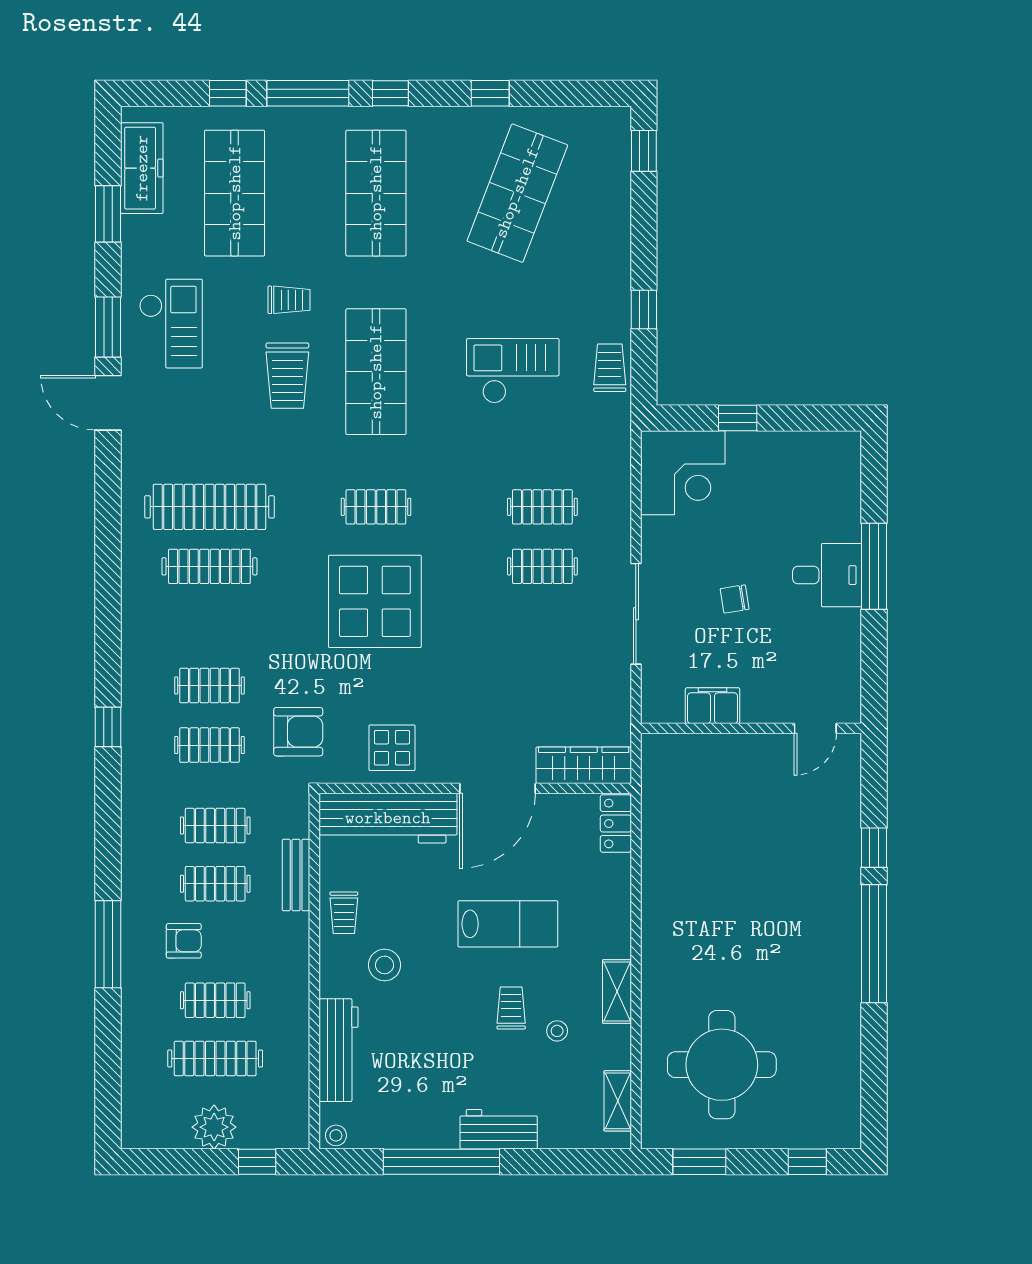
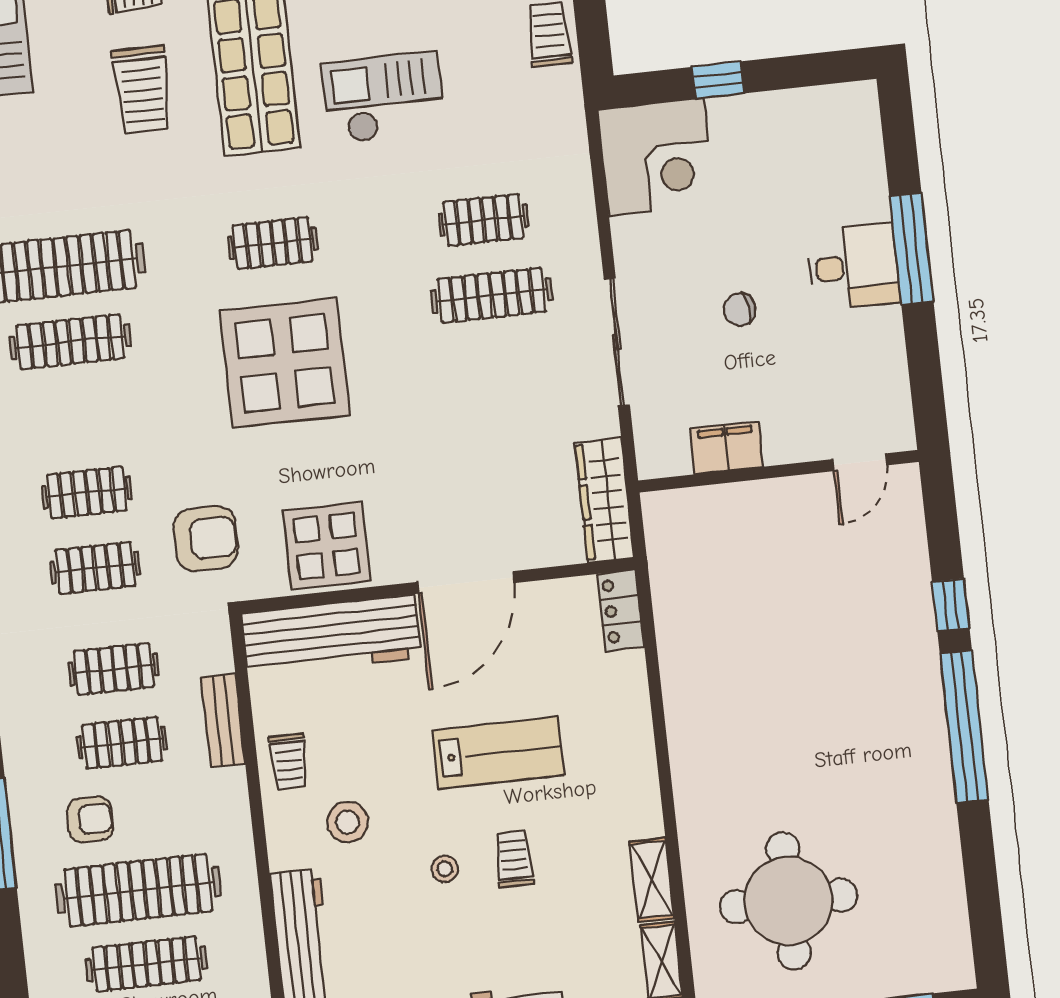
checkout: (513, 371) -> (383, 98), moved
clothes rail: (542, 566) -> (492, 295), width x1.36
display table: (392, 748) -> (327, 546), width x1.36, depth x1.36
wardrobe: (584, 765) -> (605, 500), moved, turned -90
shelving: (617, 992) -> (652, 880), moved
clothes rail: (215, 1000) -> (138, 890), width x1.86, depth x1.31
stool: (557, 1031) -> (445, 869), moved

